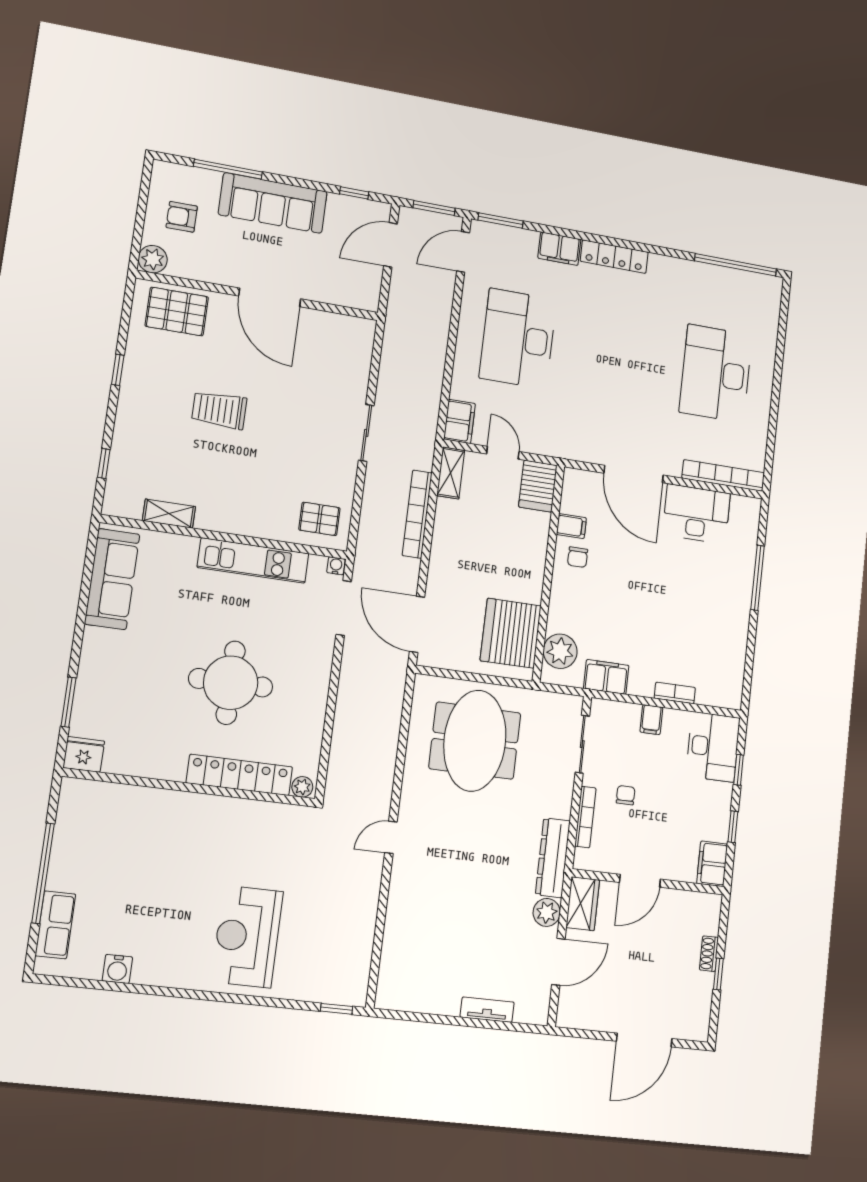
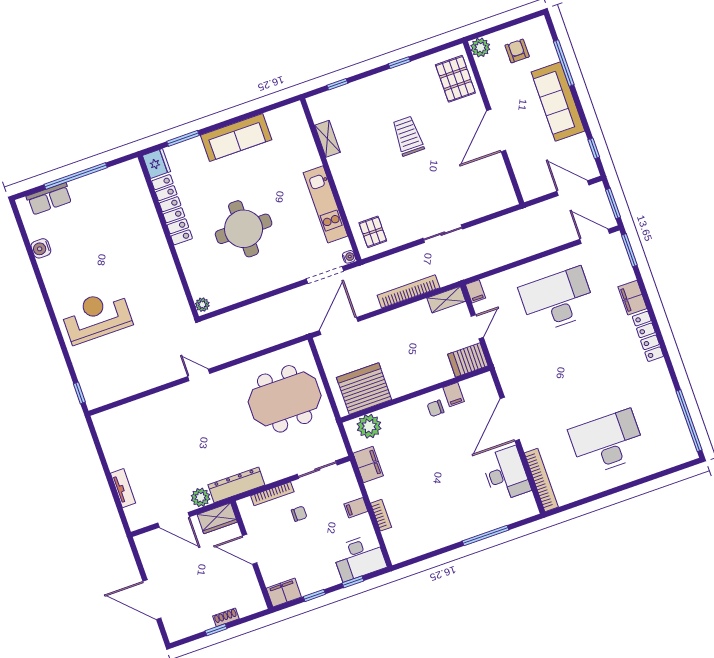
filing cabinet: (460, 421) -> (476, 291), width x0.50
sofa: (112, 579) -> (236, 137), moved
locker: (239, 775) -> (172, 210), moved

